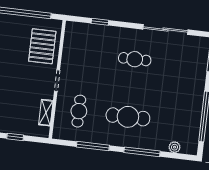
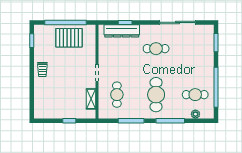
dresser: (94, 32) -> (122, 31), added
pallet: (42, 46) -> (69, 38), moved, turned 90
cafe table: (128, 117) -> (156, 95), turned 90
cafe table: (177, 123) -> (195, 95), added

